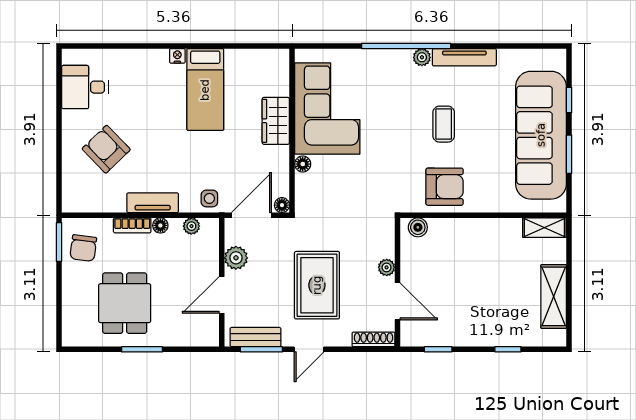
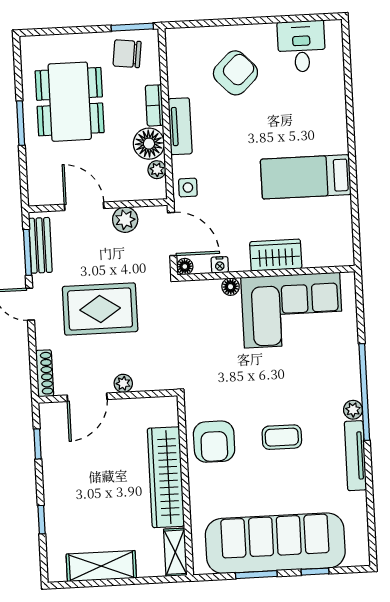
nightstand: (177, 56) -> (220, 265), moved, turned 90
floor lamp: (160, 225) -> (149, 144), width x1.89, depth x1.89
boiler: (418, 227) -> (168, 415), removed
wardrobe: (475, 233) -> (166, 477), added
dining table: (125, 303) -> (70, 102), width x1.38

